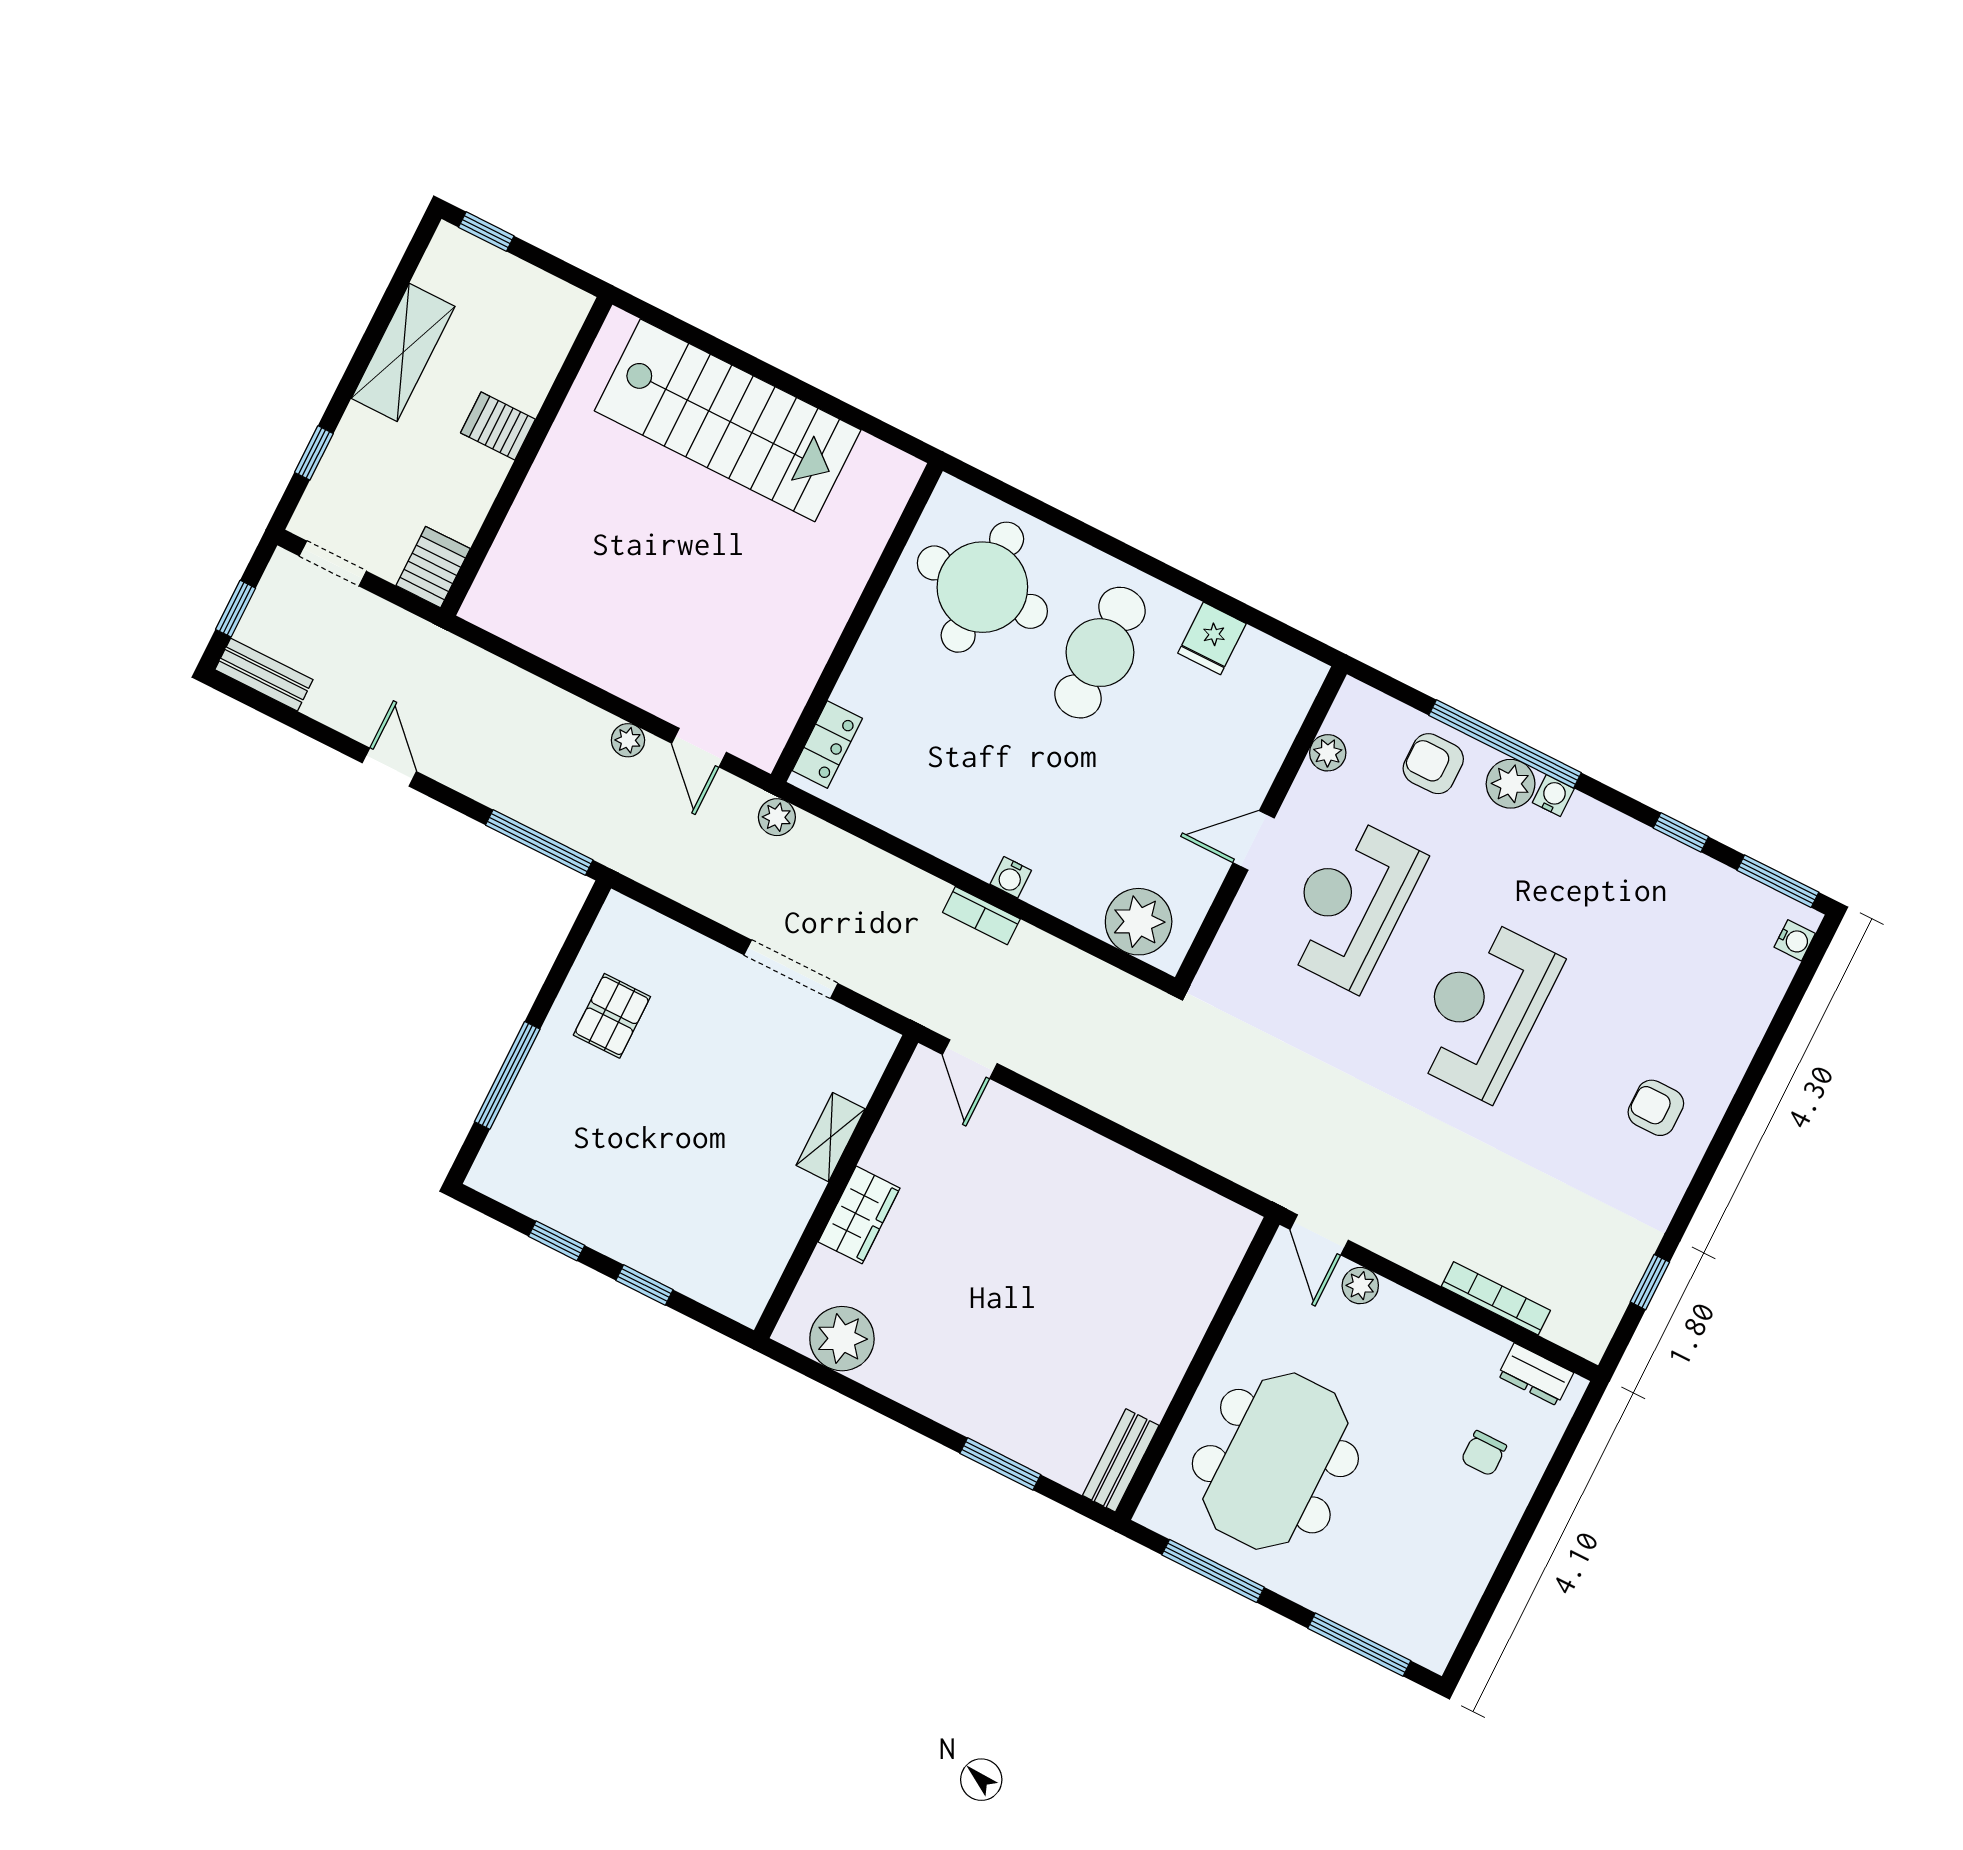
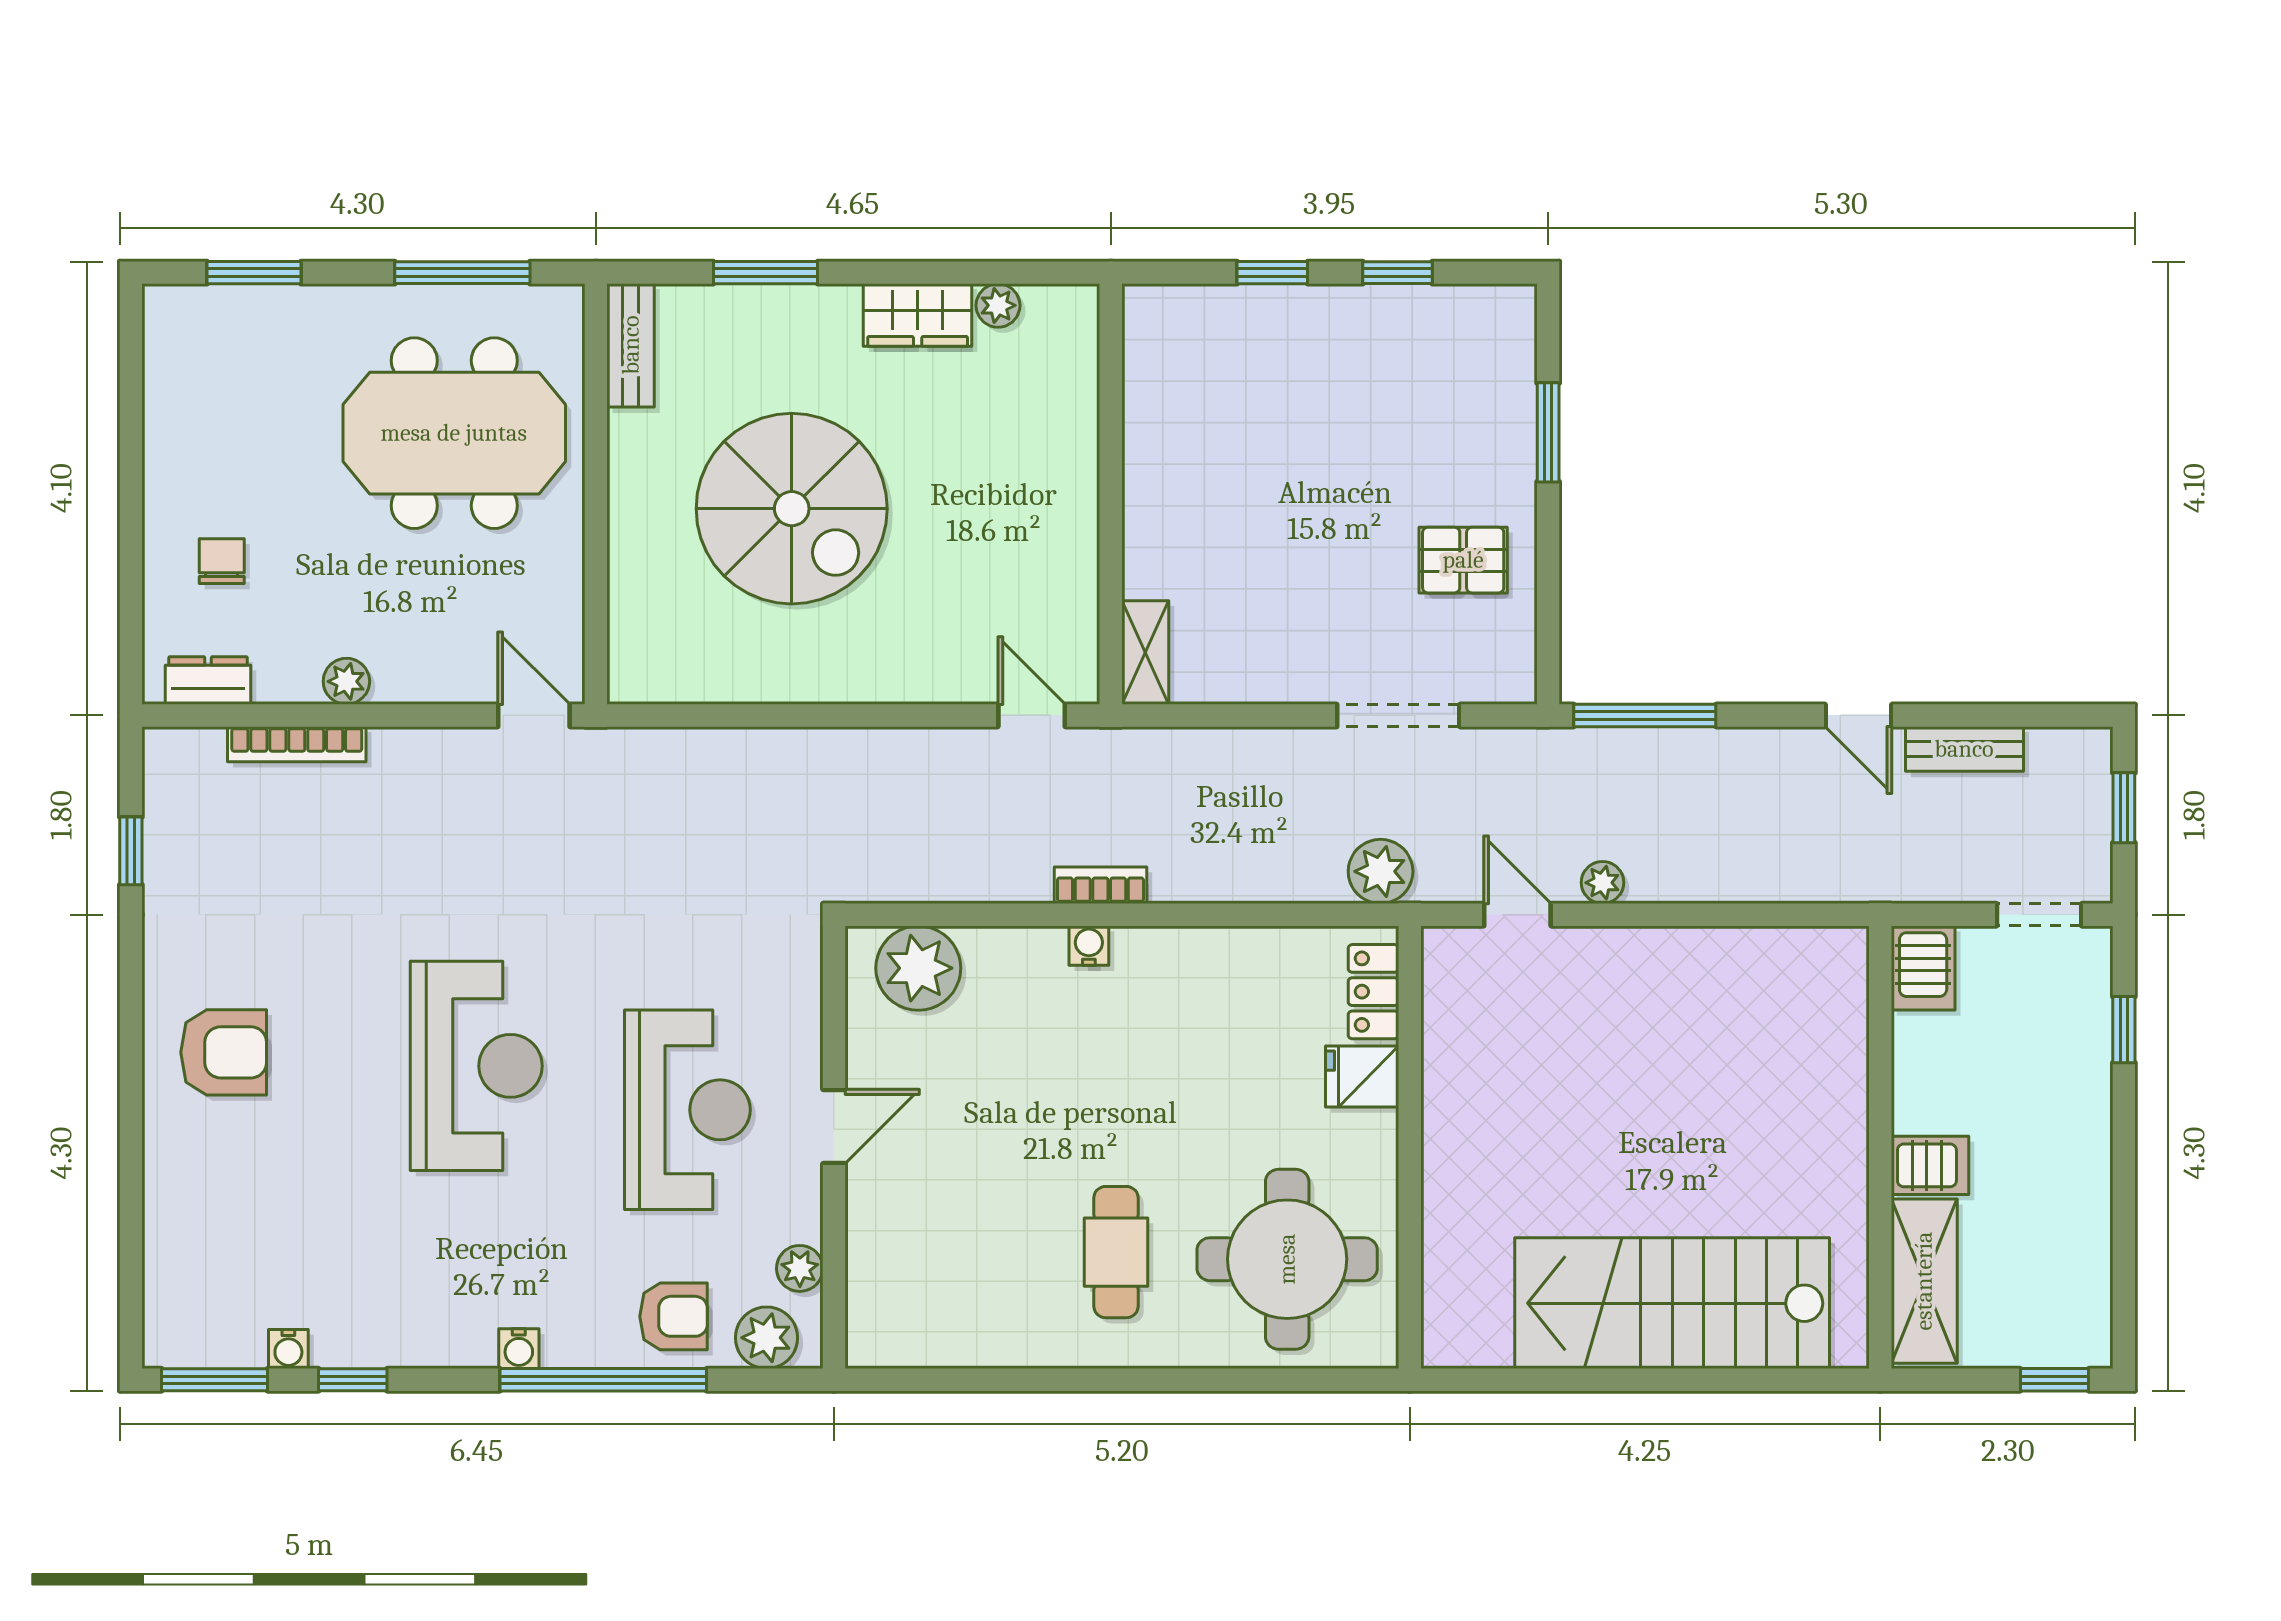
shelving: (403, 352) -> (1924, 1281), moved
fridge: (1212, 638) -> (1362, 1077), moved, turned -90
cafe table: (1100, 653) -> (1116, 1252), width x0.73, depth x0.74
bench: (264, 675) -> (1964, 749), moved
plant: (1511, 784) -> (766, 1338), moved
plant: (777, 817) -> (1381, 871), width x1.38, depth x1.38
water cooler: (1795, 940) -> (288, 1349), moved, turned -90
doorway: (791, 969) -> (1398, 715), moved
pallet: (612, 1016) -> (1463, 560), turned 90
window: (507, 1075) -> (1548, 432), width x0.69
armchair: (1656, 1108) -> (224, 1052), width x1.38, depth x1.38
shelving: (831, 1137) -> (1145, 653), moved
wardrobe: (859, 1215) -> (918, 315), moved, turned -90
plant: (1360, 1286) -> (346, 681), moved
spiral stairs: (1065, 1289) -> (792, 509), added
plant: (842, 1339) -> (998, 305), width x0.53, depth x0.53
meeting table: (1275, 1461) -> (454, 433), turned 90
window: (1359, 1645) -> (254, 273), width x0.69

